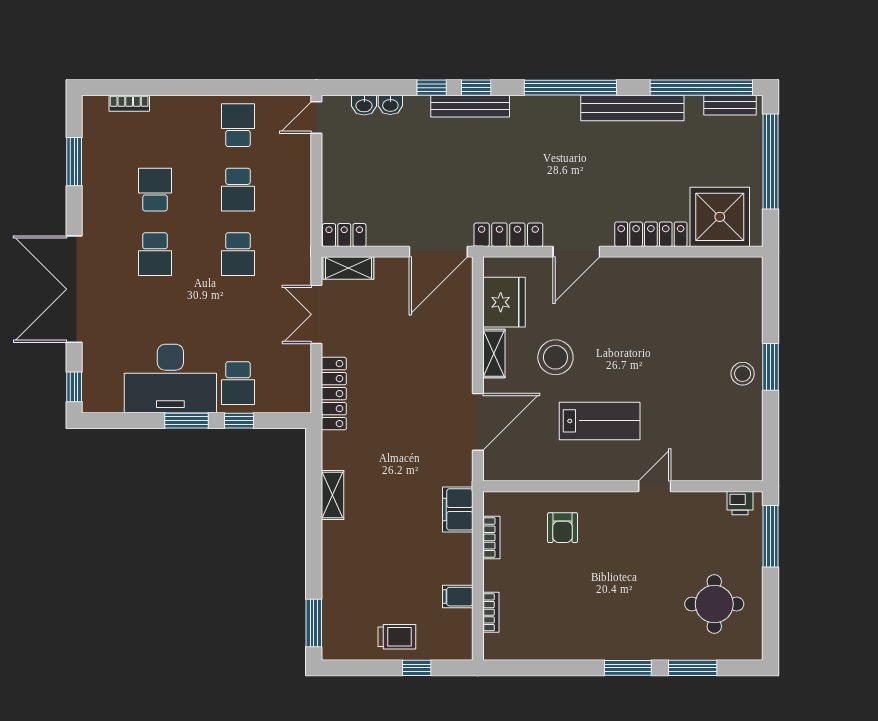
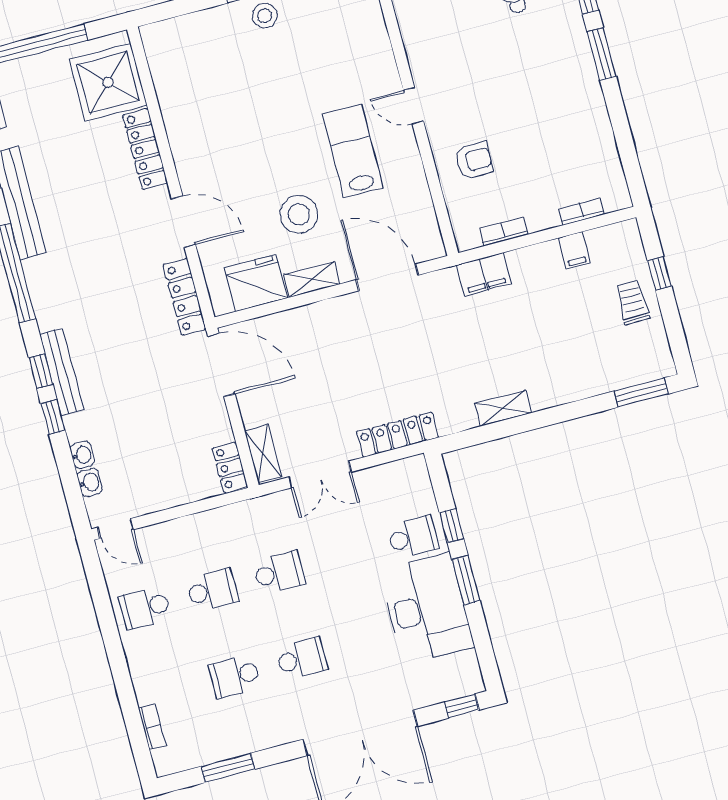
door: (655, 486) -> (413, 106), moved

